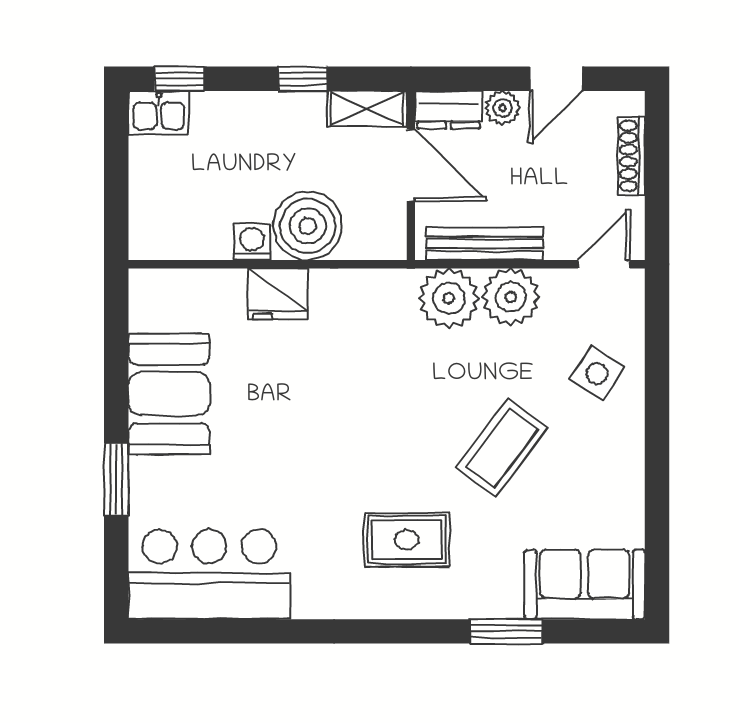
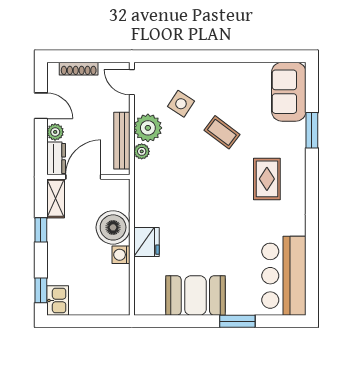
plant: (449, 298) -> (142, 151), width x0.53, depth x0.53
side table: (597, 373) -> (181, 104), moved
coffee table: (502, 448) -> (222, 132), width x0.73, depth x0.77

